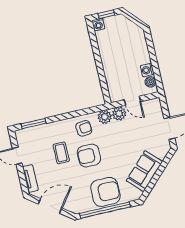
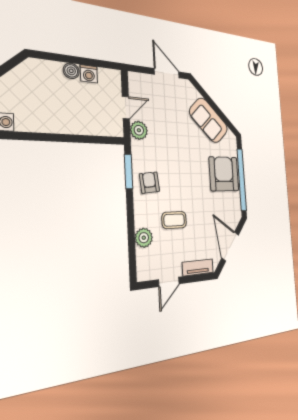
boiler: (151, 82) -> (71, 71), moved
plant: (105, 117) -> (144, 238), moved
window: (33, 124) -> (129, 171), moved
armchair: (89, 156) -> (182, 184), removed

